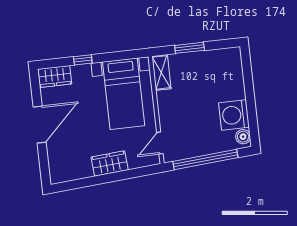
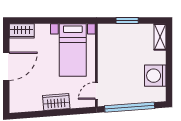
window: (83, 60) -> (45, 21), removed
shelving: (161, 72) -> (160, 37), moved
boiler: (243, 137) -> (160, 93), removed

